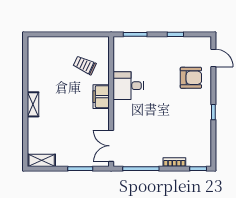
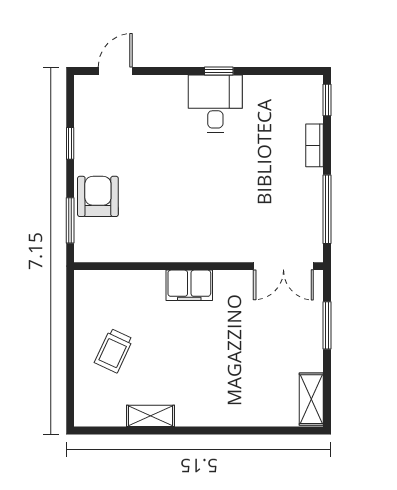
trolley: (85, 65) -> (114, 351), moved
armchair: (191, 78) -> (98, 196), moved
desk: (128, 86) -> (215, 104), moved, turned 180
shelving: (33, 104) -> (151, 416), moved

